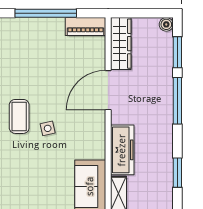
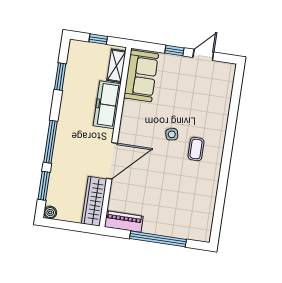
coffee table: (19, 116) -> (196, 149), width x0.73, depth x0.77

